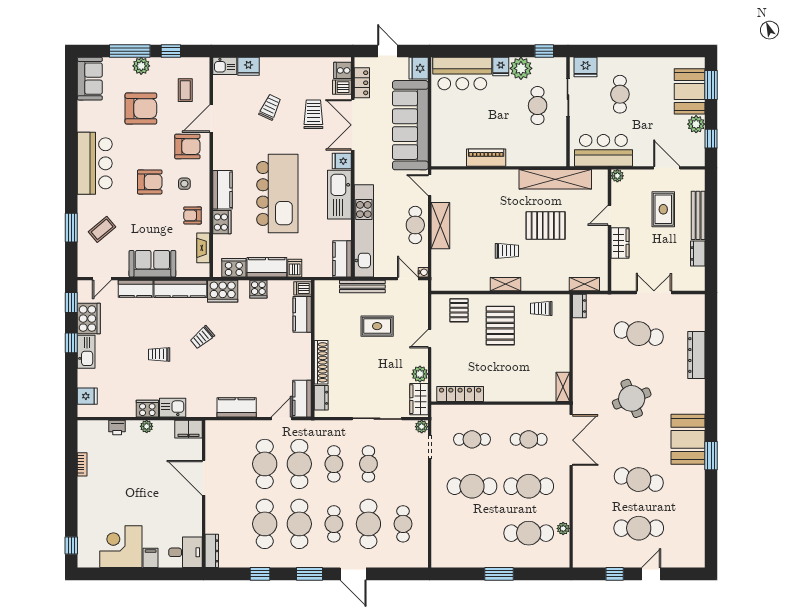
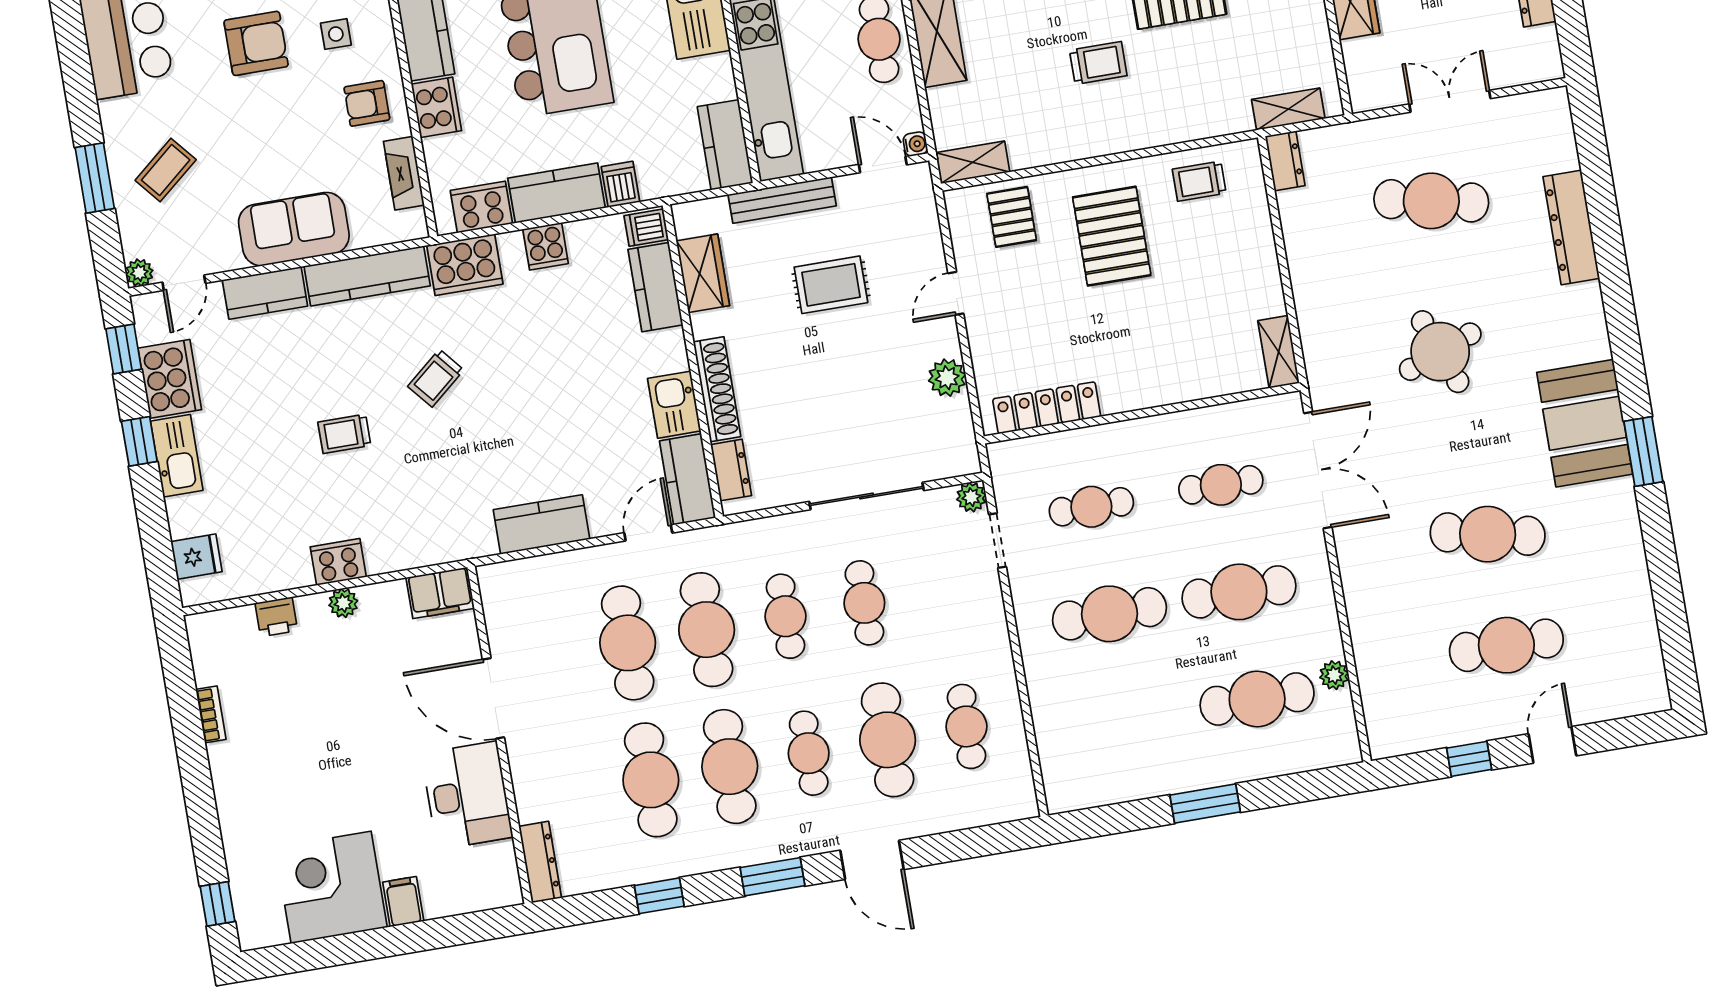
plant: (83, 271) -> (139, 273), added
shelving: (505, 284) -> (973, 162), moved
wardrobe: (419, 399) -> (703, 273), moved, turned 180
kitchen sink: (173, 408) -> (674, 405), moved, turned -90
desk: (185, 552) -> (467, 795), moved, width x1.37

